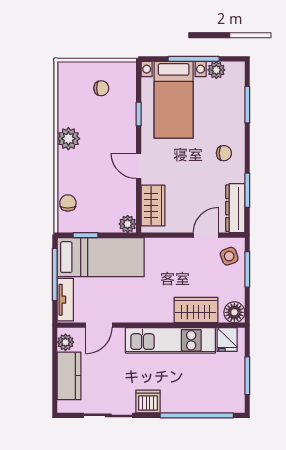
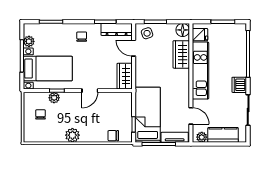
wardrobe: (153, 206) -> (125, 76), moved, turned -90
plant: (128, 224) -> (54, 98), moved

